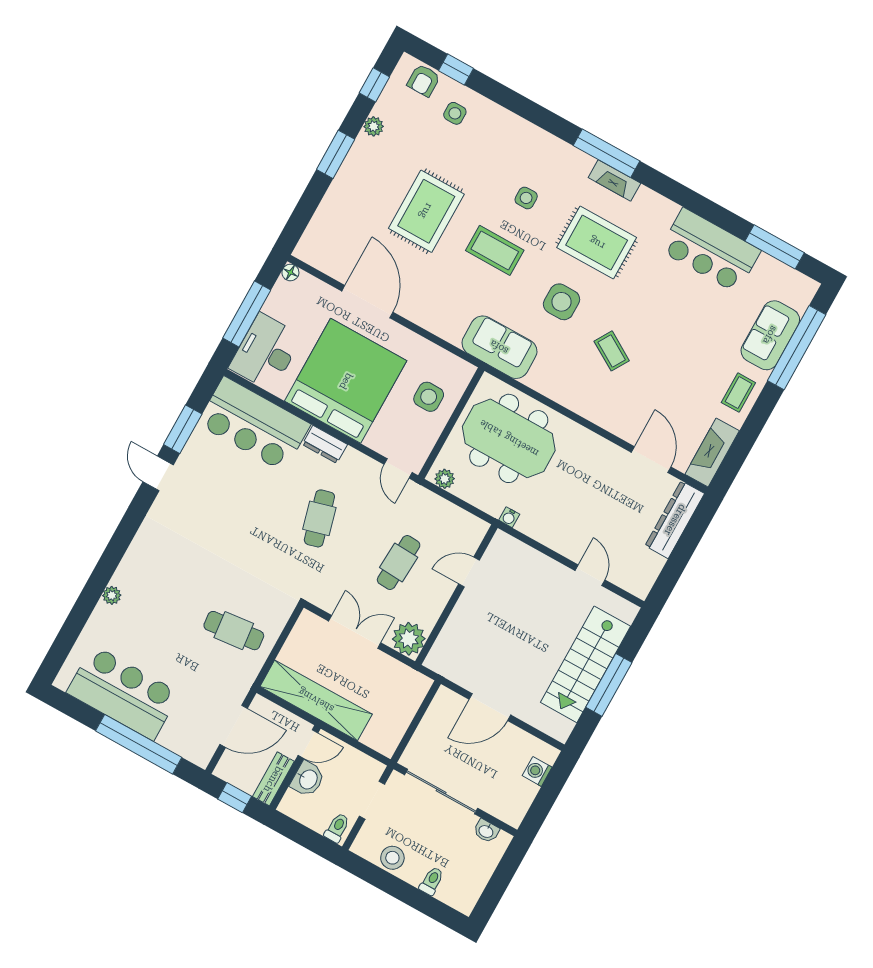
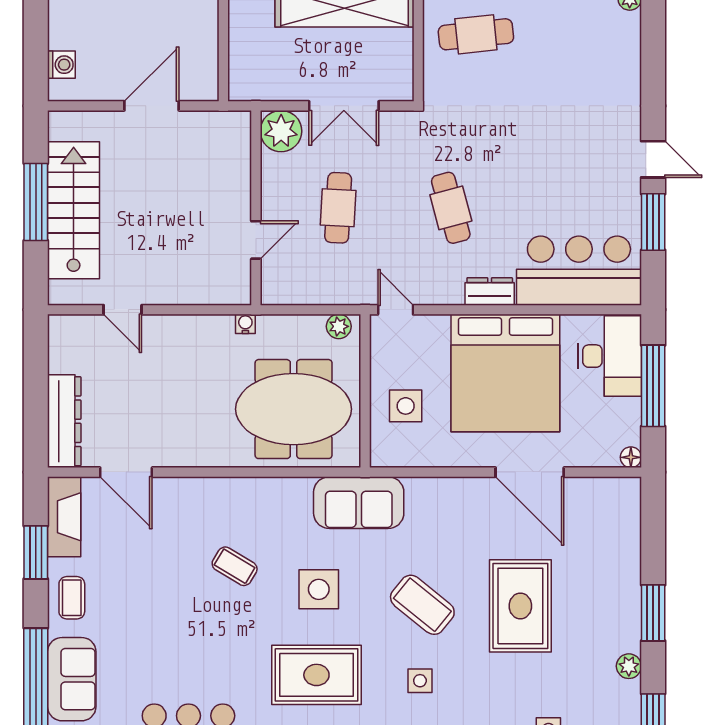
coffee table: (495, 250) -> (422, 605), turned 39
window: (746, 439) -> (36, 552), added

